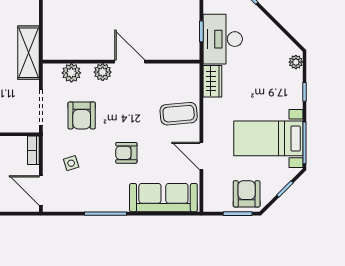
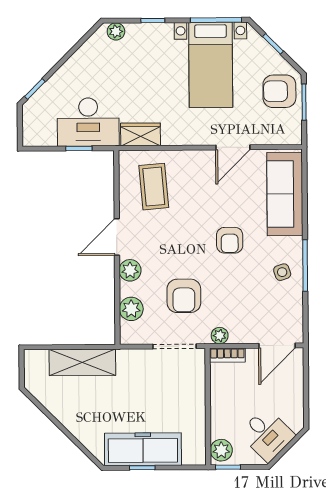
shelving: (28, 53) -> (82, 362), moved
coffee table: (179, 114) -> (154, 187), moved
armchair: (82, 115) -> (184, 296), turned 90
plant: (49, 144) -> (220, 336), added
side table: (71, 163) -> (282, 272), moved

